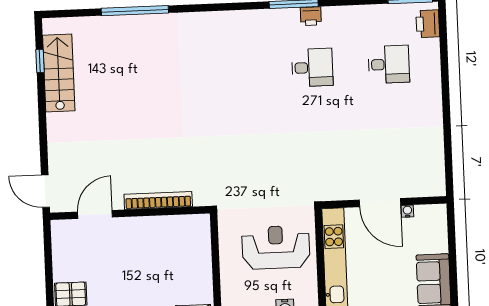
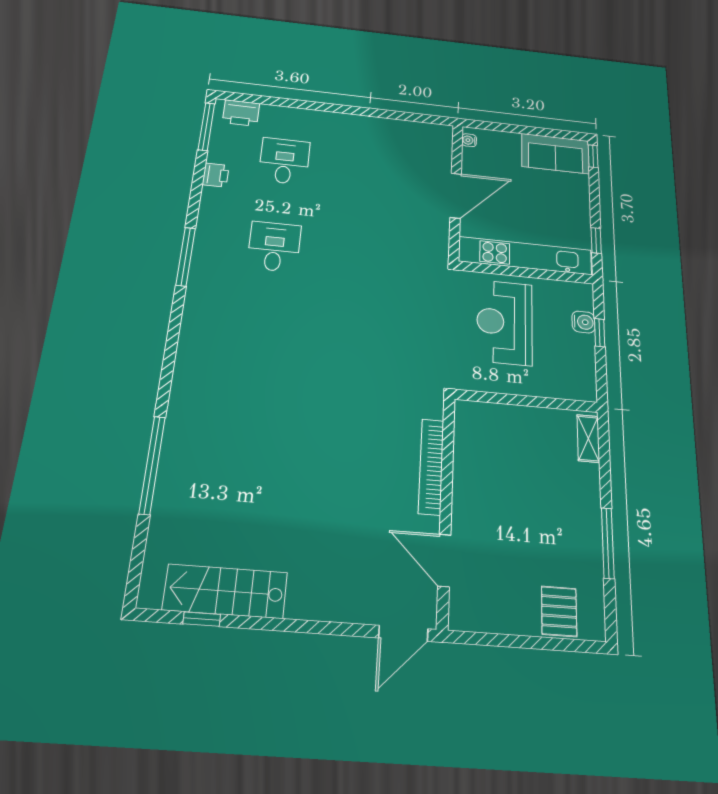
printer: (311, 16) -> (216, 175), moved
water cooler: (407, 211) -> (469, 140), moved

